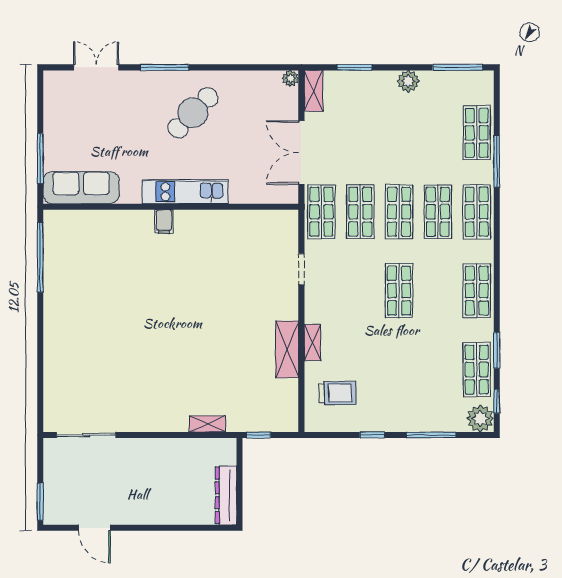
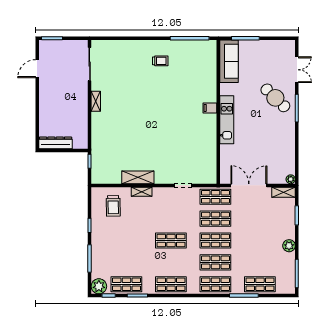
cafe table: (193, 113) -> (275, 98), moved
trolley: (81, 310) -> (160, 61), added
shelving: (207, 424) -> (96, 101), moved

